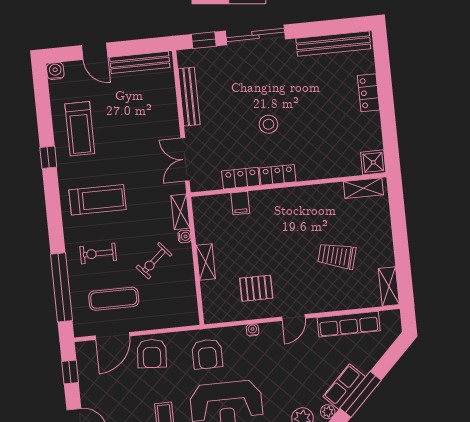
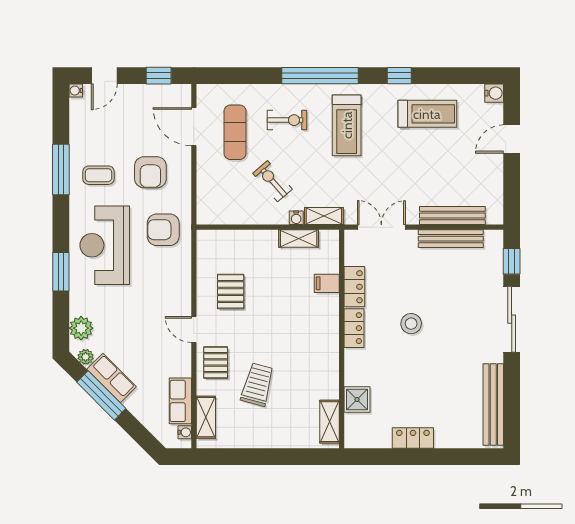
bench: (140, 62) -> (452, 215), moved, turned 90
locker: (368, 93) -> (413, 438), moved
treadmill: (80, 129) -> (427, 114), turned 180
shower: (373, 162) -> (357, 400), moved
exercise bike: (98, 253) -> (287, 120), turned 90
shelving: (206, 262) -> (299, 238), moved
window: (62, 287) -> (320, 76), moved
shelving: (389, 287) -> (206, 417), moved, turned 90
pallet: (321, 295) -> (216, 363), added
row of seats: (349, 324) -> (180, 401), width x0.68
water cooler: (253, 330) -> (185, 432), moved
armchair: (152, 354) -> (150, 172), moved, turned -94

